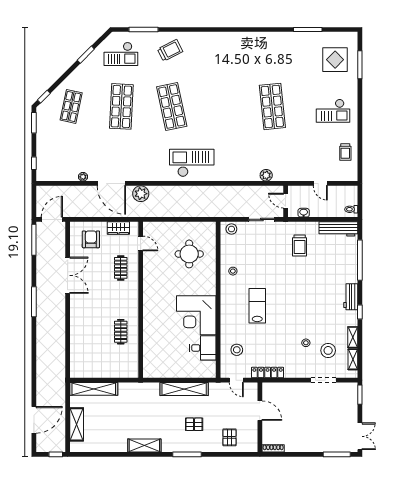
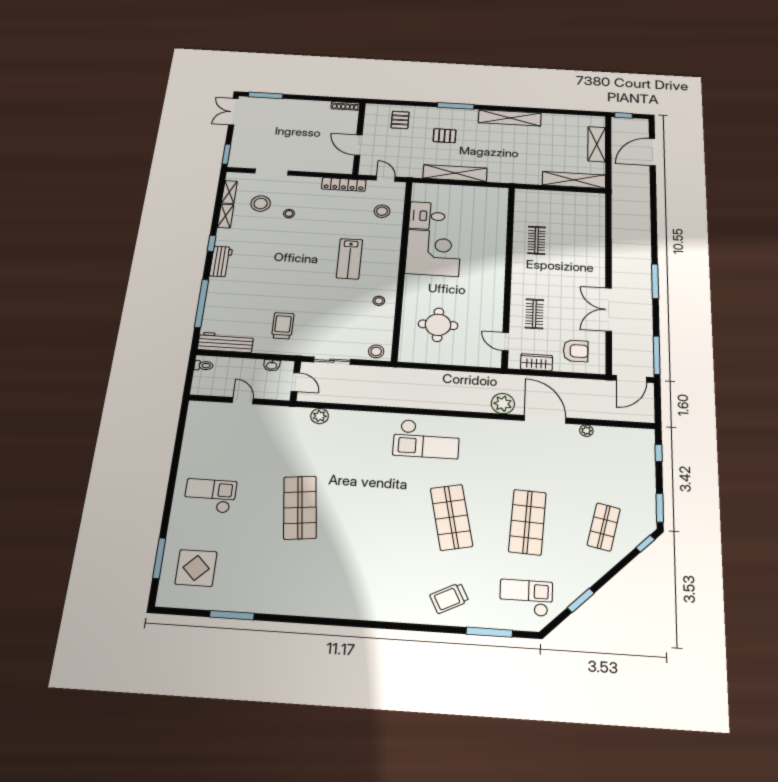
trolley: (345, 152) -> (200, 439), removed
armchair: (91, 239) -> (576, 351), turned -90
shelving: (144, 445) -> (510, 118), width x1.47

